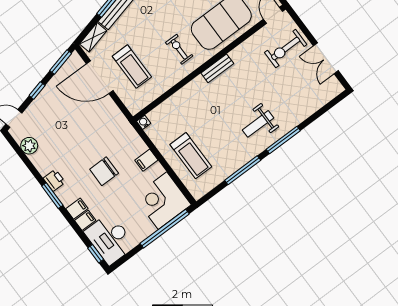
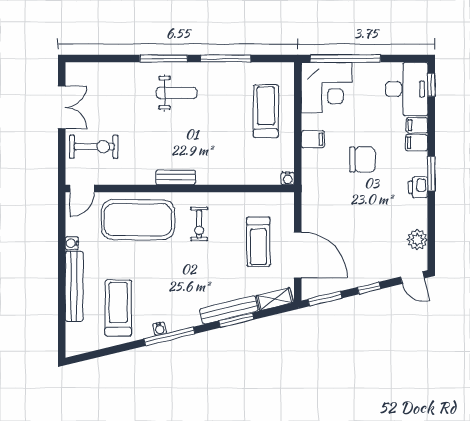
treadmill: (132, 67) -> (258, 242), turned 180

